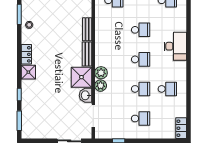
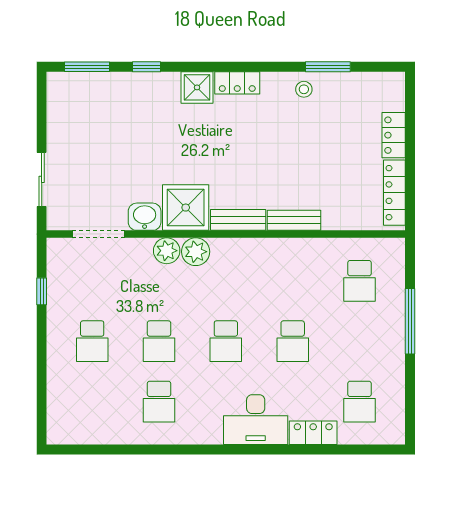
locker: (181, 128) -> (313, 433), moved

